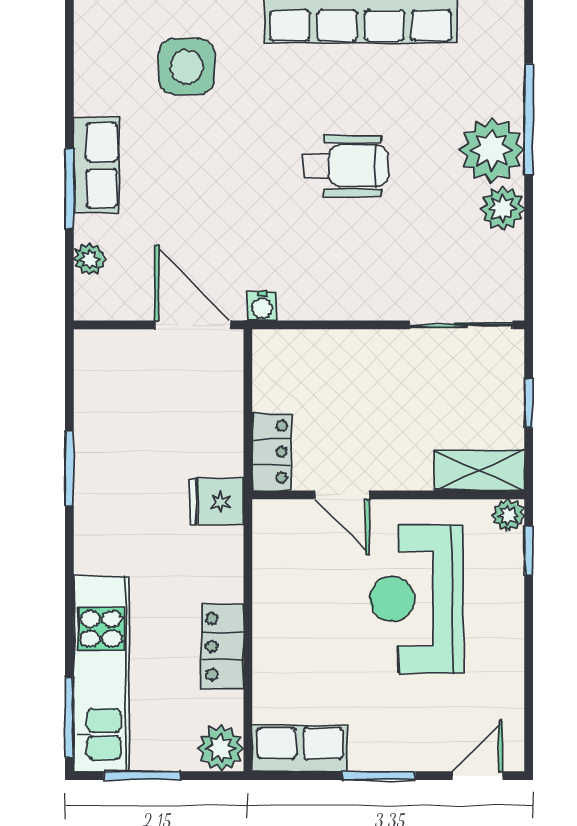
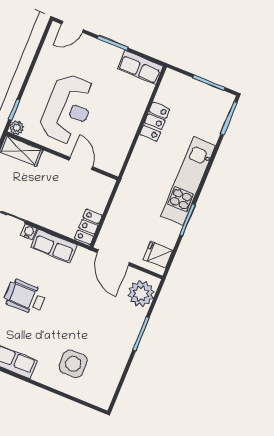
row of seats: (96, 165) -> (54, 246), moved, turned -90
plant: (90, 259) -> (141, 293), width x1.88, depth x1.88
water cooler: (262, 306) -> (29, 232), moved
locker: (272, 452) -> (88, 227), moved
fridge: (216, 502) -> (158, 255), moved, turned 180
kitchen unit: (101, 674) -> (188, 181), moved
plant: (221, 748) -> (172, 80), removed

